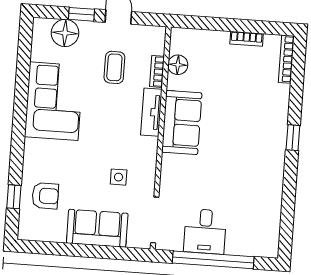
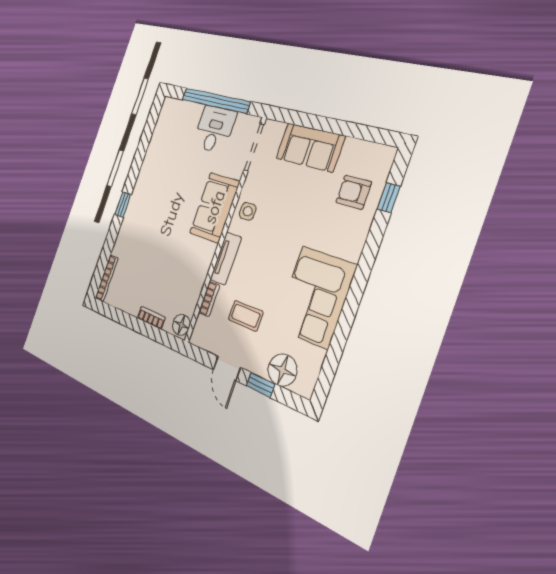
bookcase: (247, 39) -> (151, 318), moved
floor lamp: (178, 65) -> (181, 325), moved
coffee table: (114, 67) -> (246, 316), turned 90
sofa: (182, 122) -> (215, 207), moved
side table: (119, 177) -> (248, 211), moved

